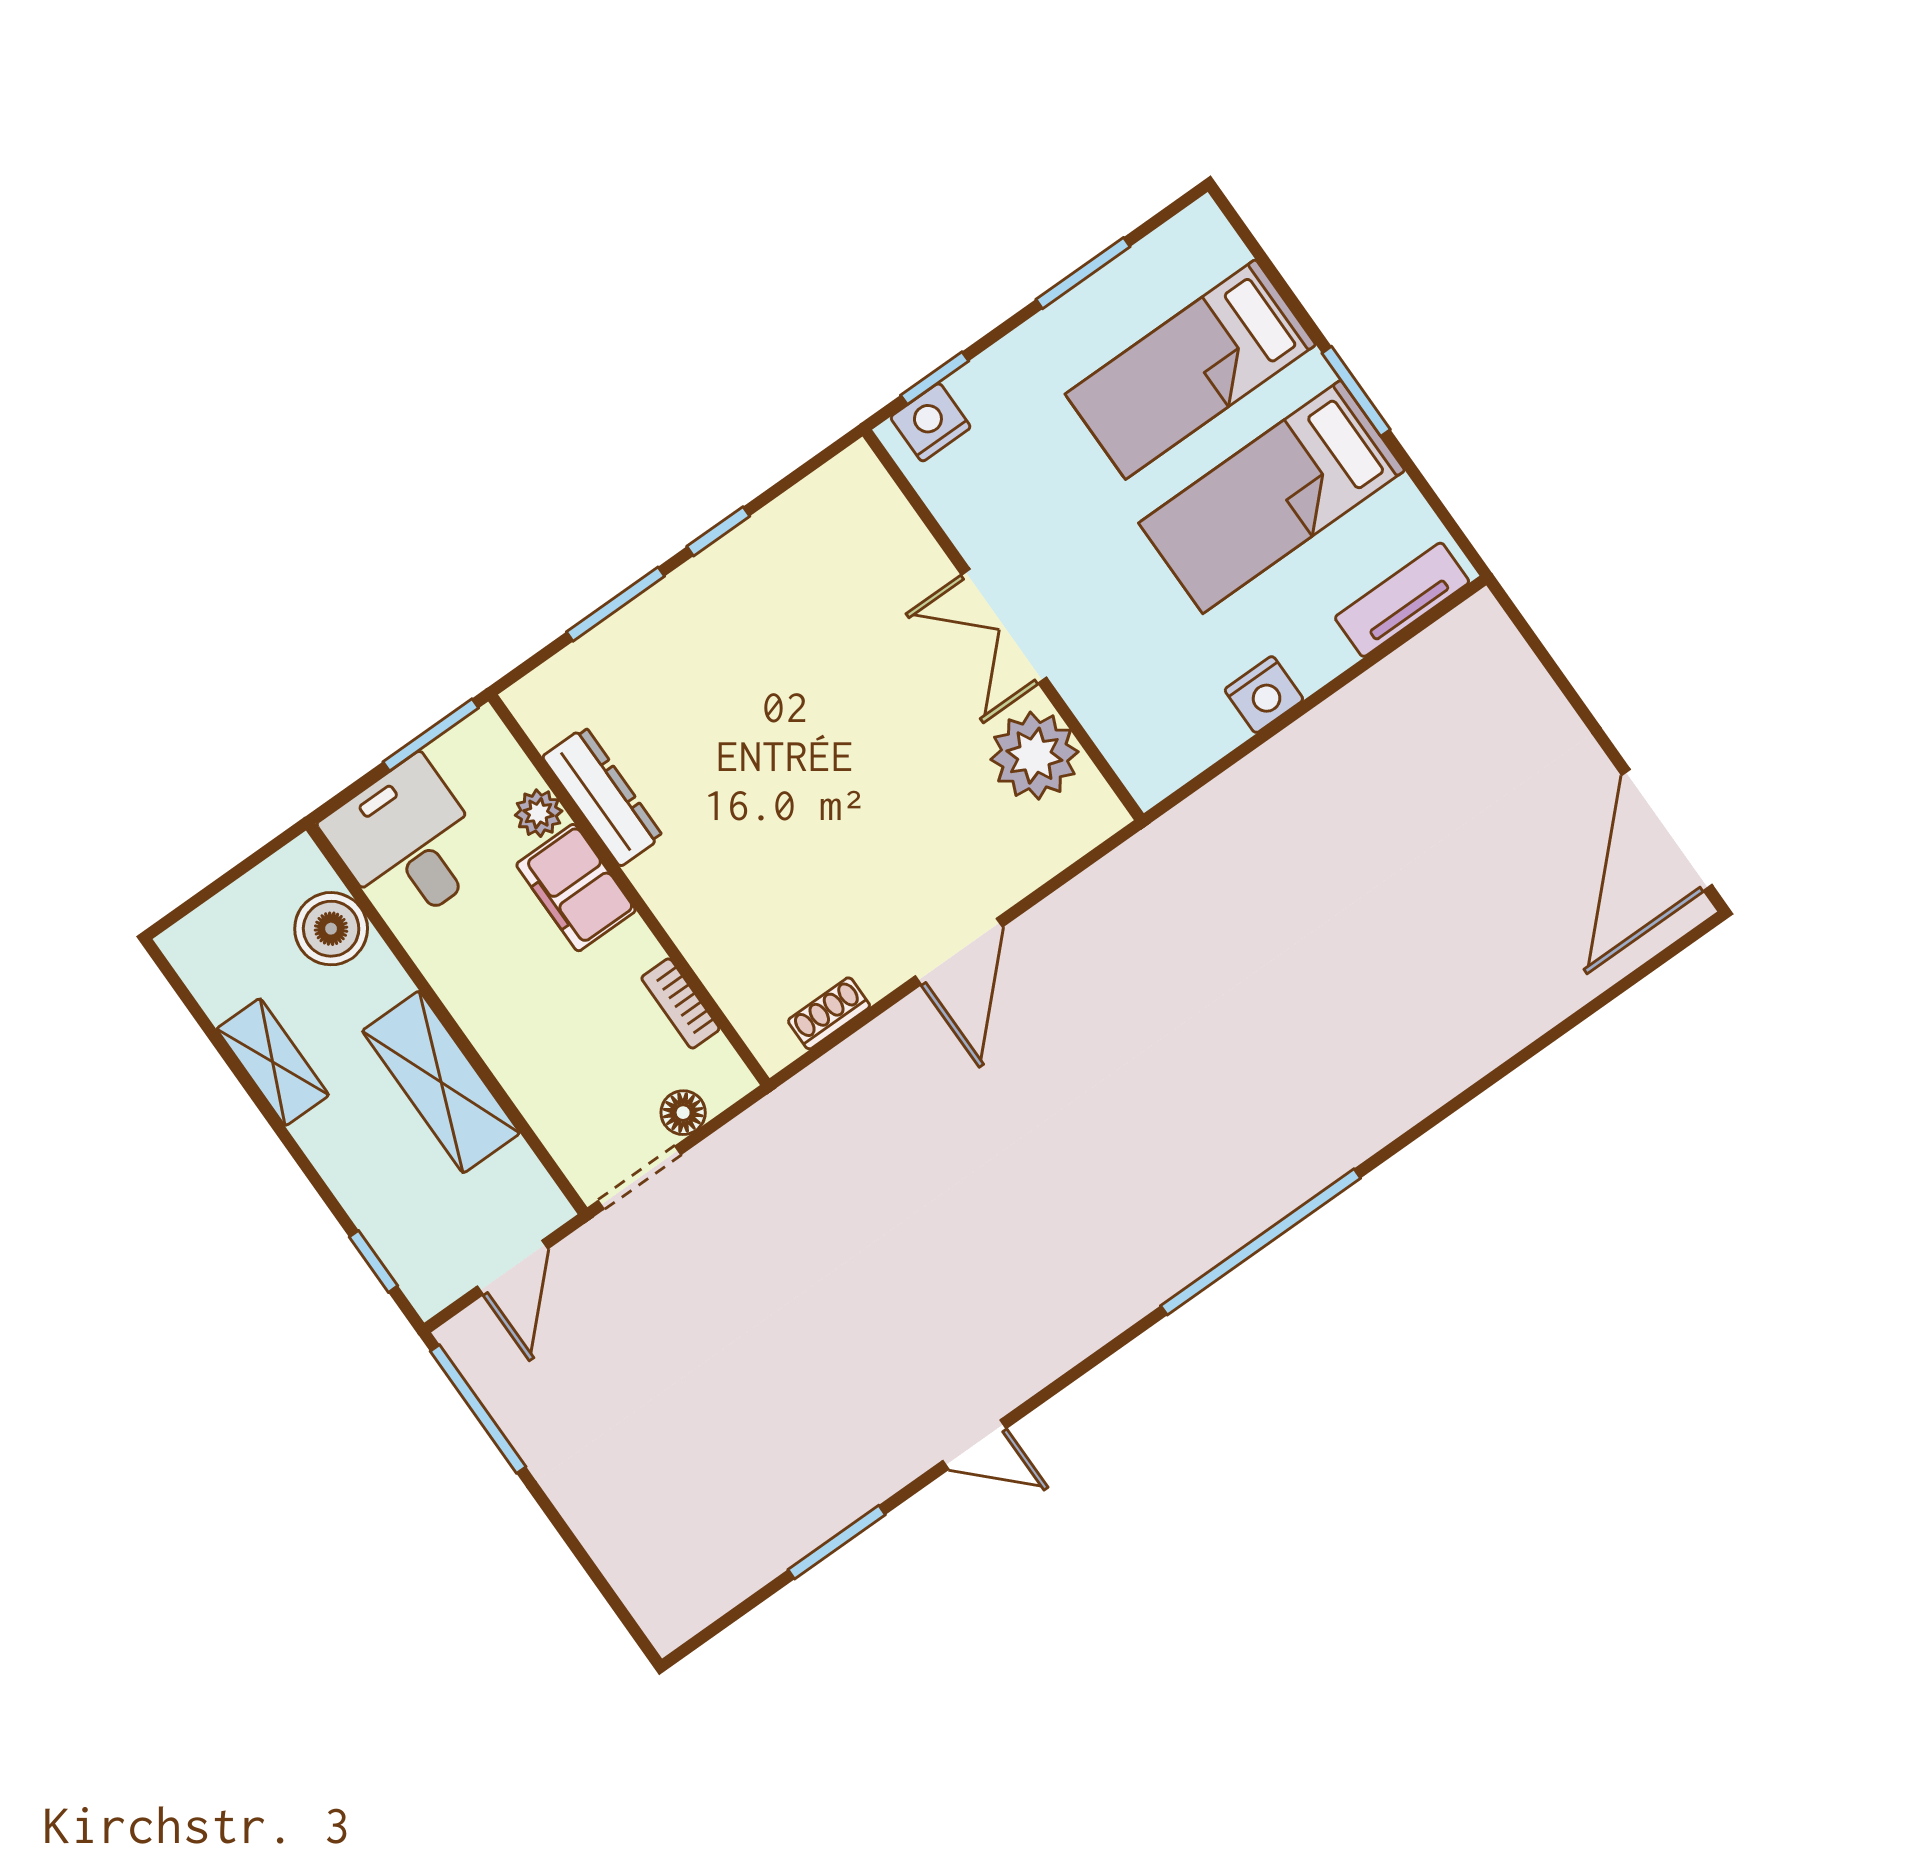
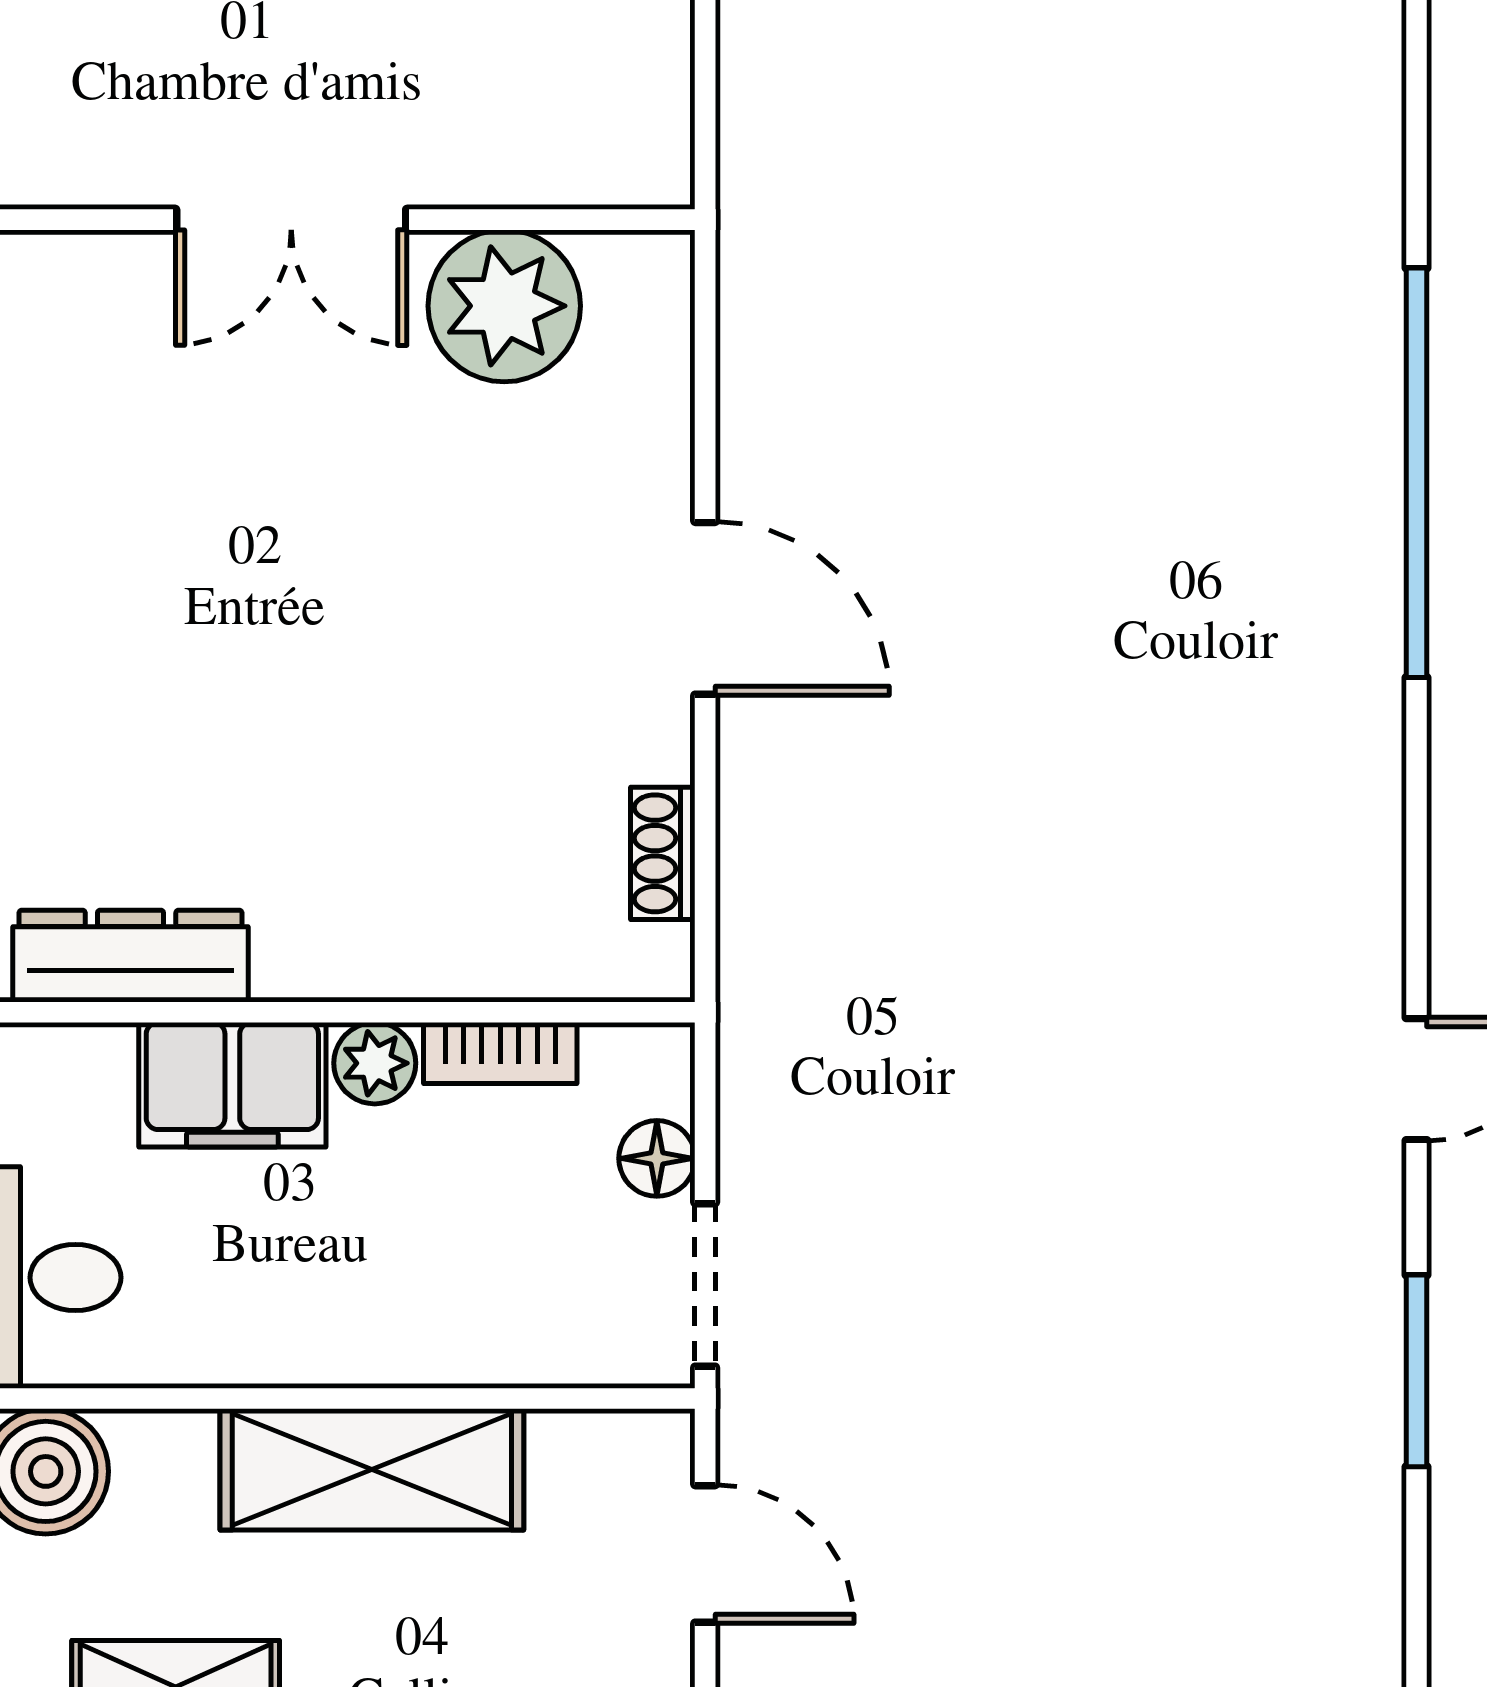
plant: (539, 813) -> (375, 1063), moved

